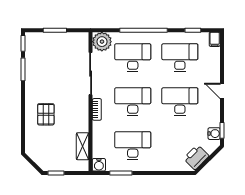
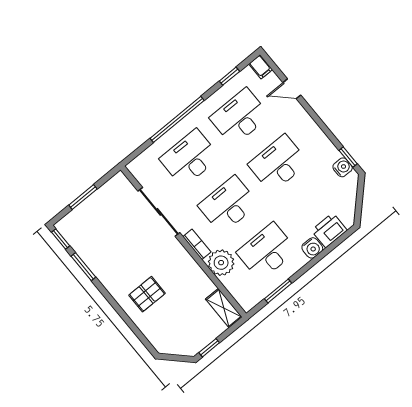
plant: (102, 42) -> (221, 263), moved
door: (222, 91) -> (292, 89), moved
pallet: (46, 114) -> (147, 294), turned 90
shelving: (83, 146) -> (224, 308), moved
printer: (196, 157) -> (329, 230), moved, turned 45
water cooler: (99, 165) -> (312, 248), moved

